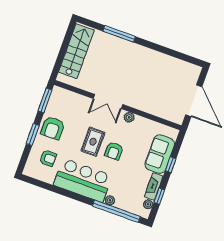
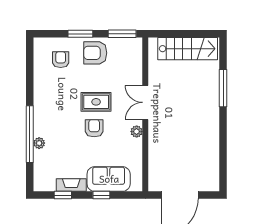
armchair: (114, 151) -> (94, 128), turned 90
armchair: (48, 158) -> (61, 60), turned 180
bar counter: (83, 180) -> (50, 106), removed
plant: (148, 204) -> (50, 186), removed
window: (116, 211) -> (30, 134), moved

